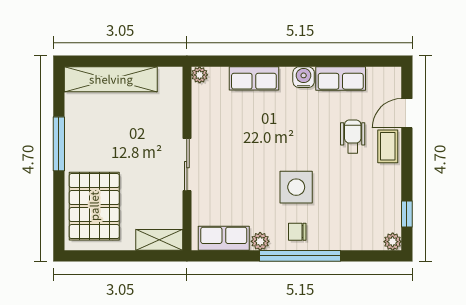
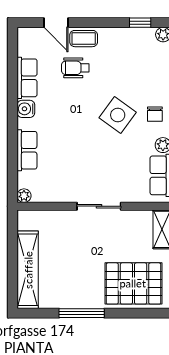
side table: (296, 187) -> (118, 115), turned 36

